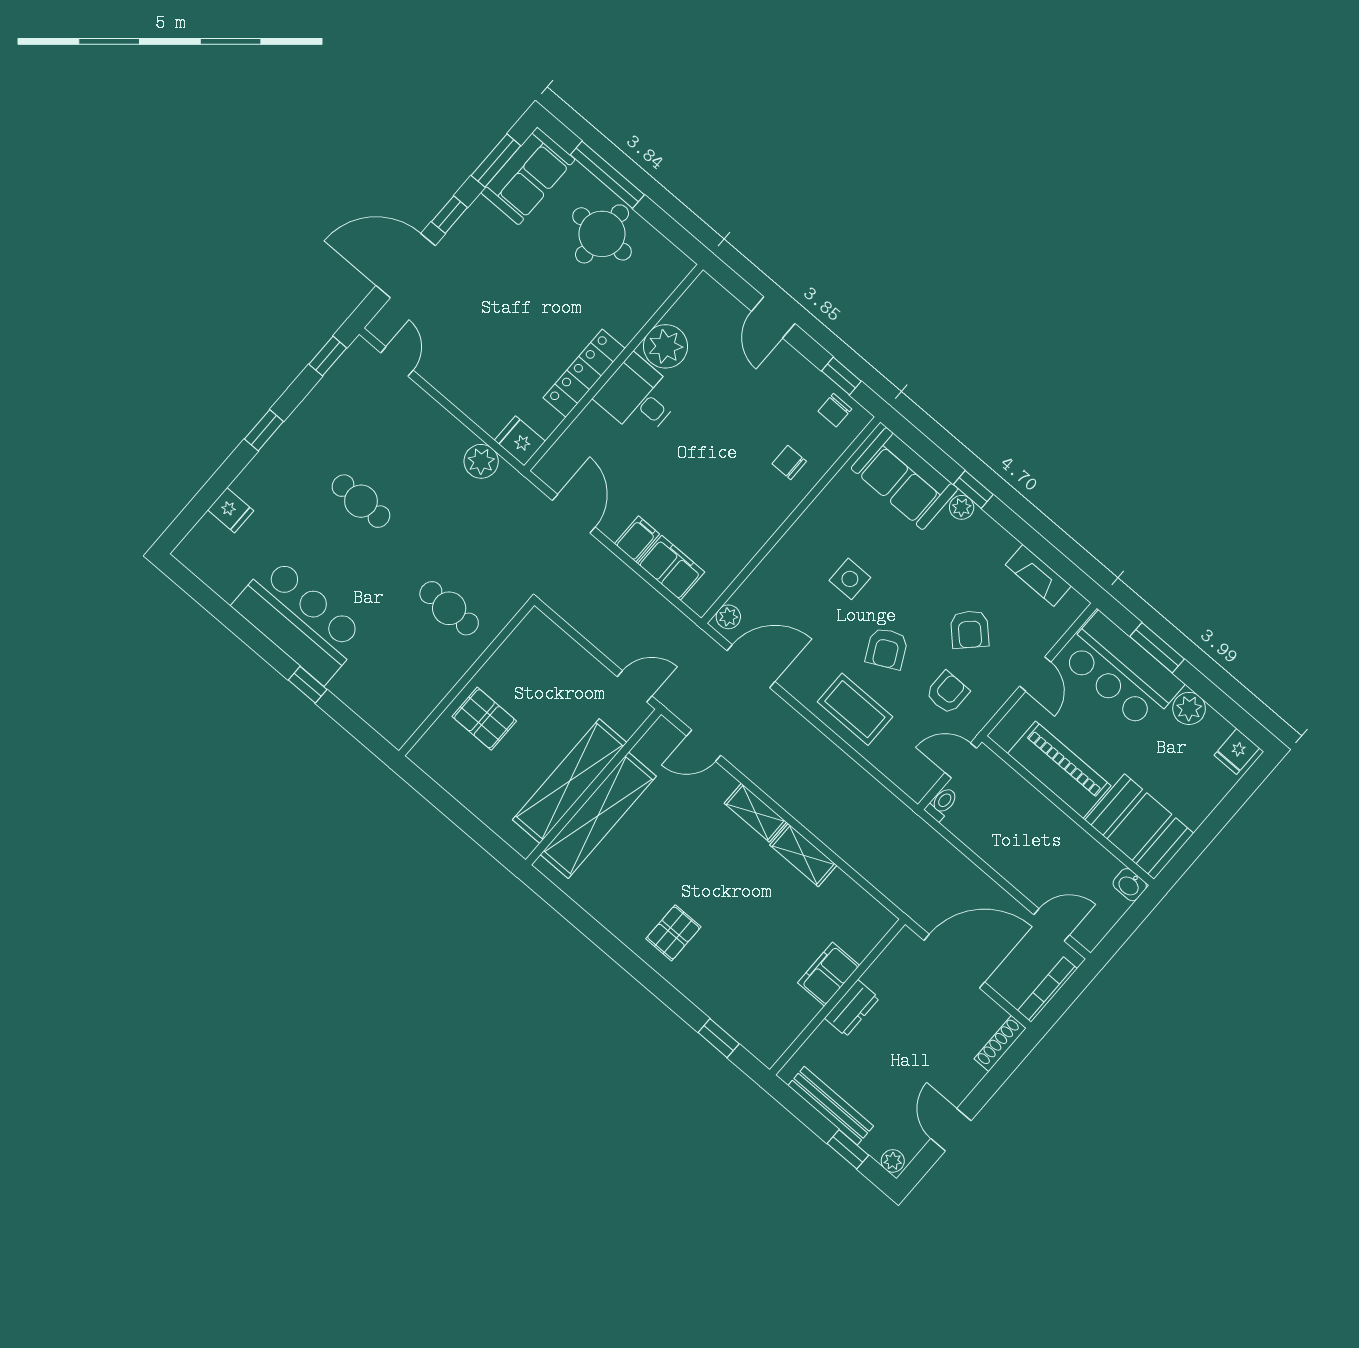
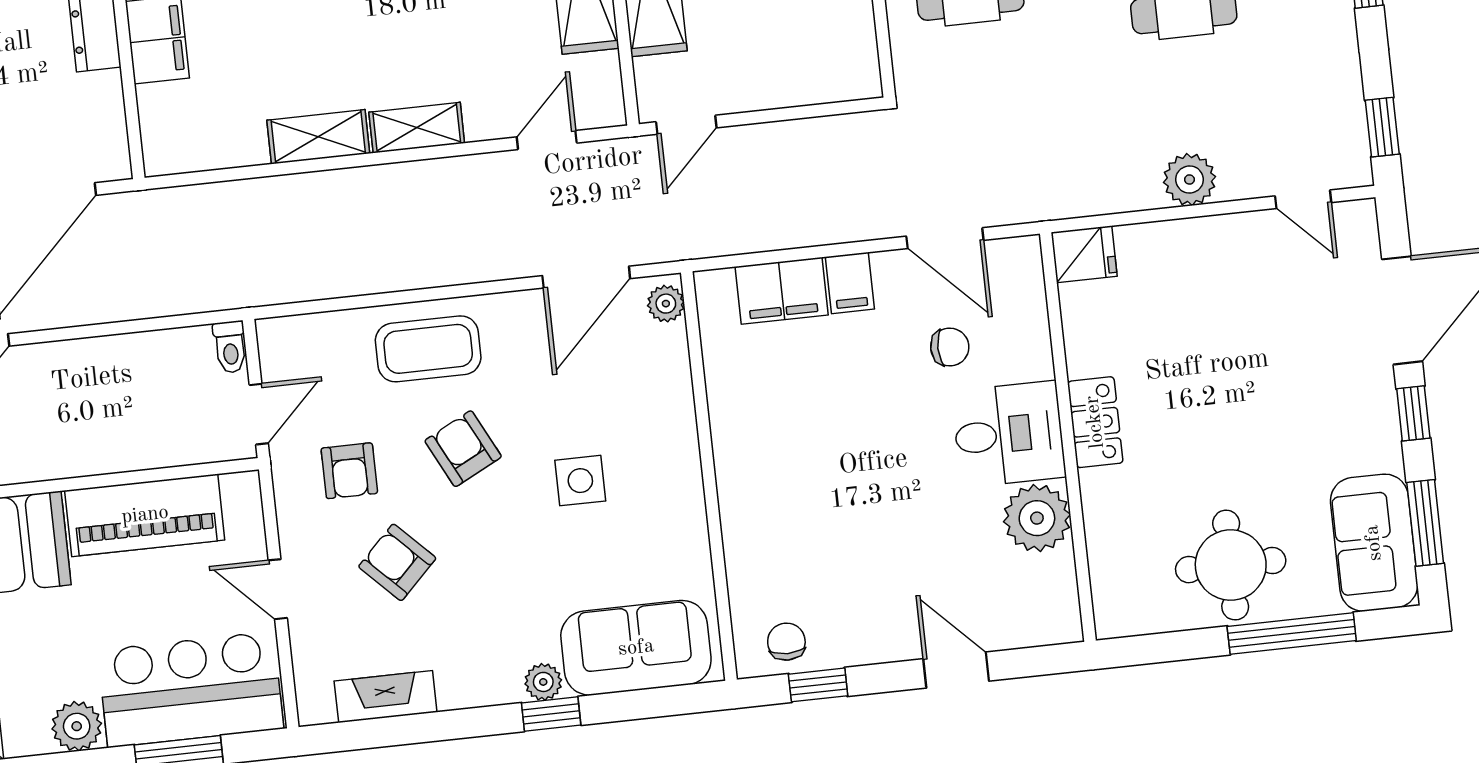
locker: (584, 373) -> (1095, 422), width x0.66
plant: (481, 461) -> (1189, 180), moved
chair: (789, 463) -> (950, 347), moved

